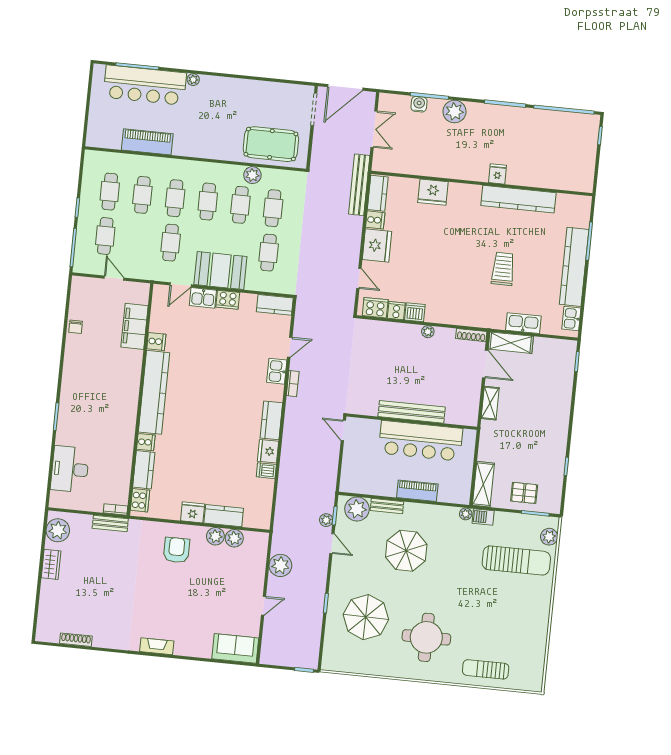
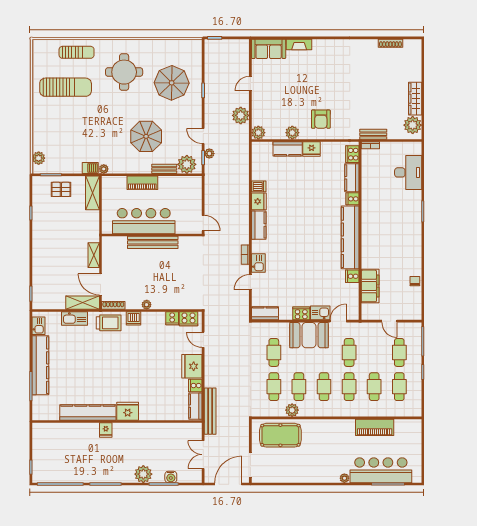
fridge: (433, 192) -> (128, 411), moved
trolley: (503, 269) -> (109, 323), moved, turned -90
dishwasher: (415, 312) -> (134, 318), moved
plant: (234, 538) -> (258, 133), moved
sun lounger: (516, 561) -> (66, 87), moved, turned 180
wardrobe: (51, 564) -> (415, 99), width x1.50
fireplace: (157, 646) -> (299, 44), moved

